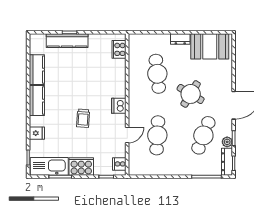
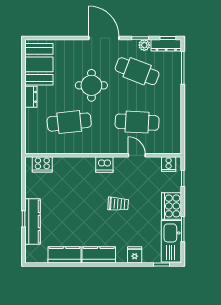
round table: (191, 94) -> (91, 85), turned -31

